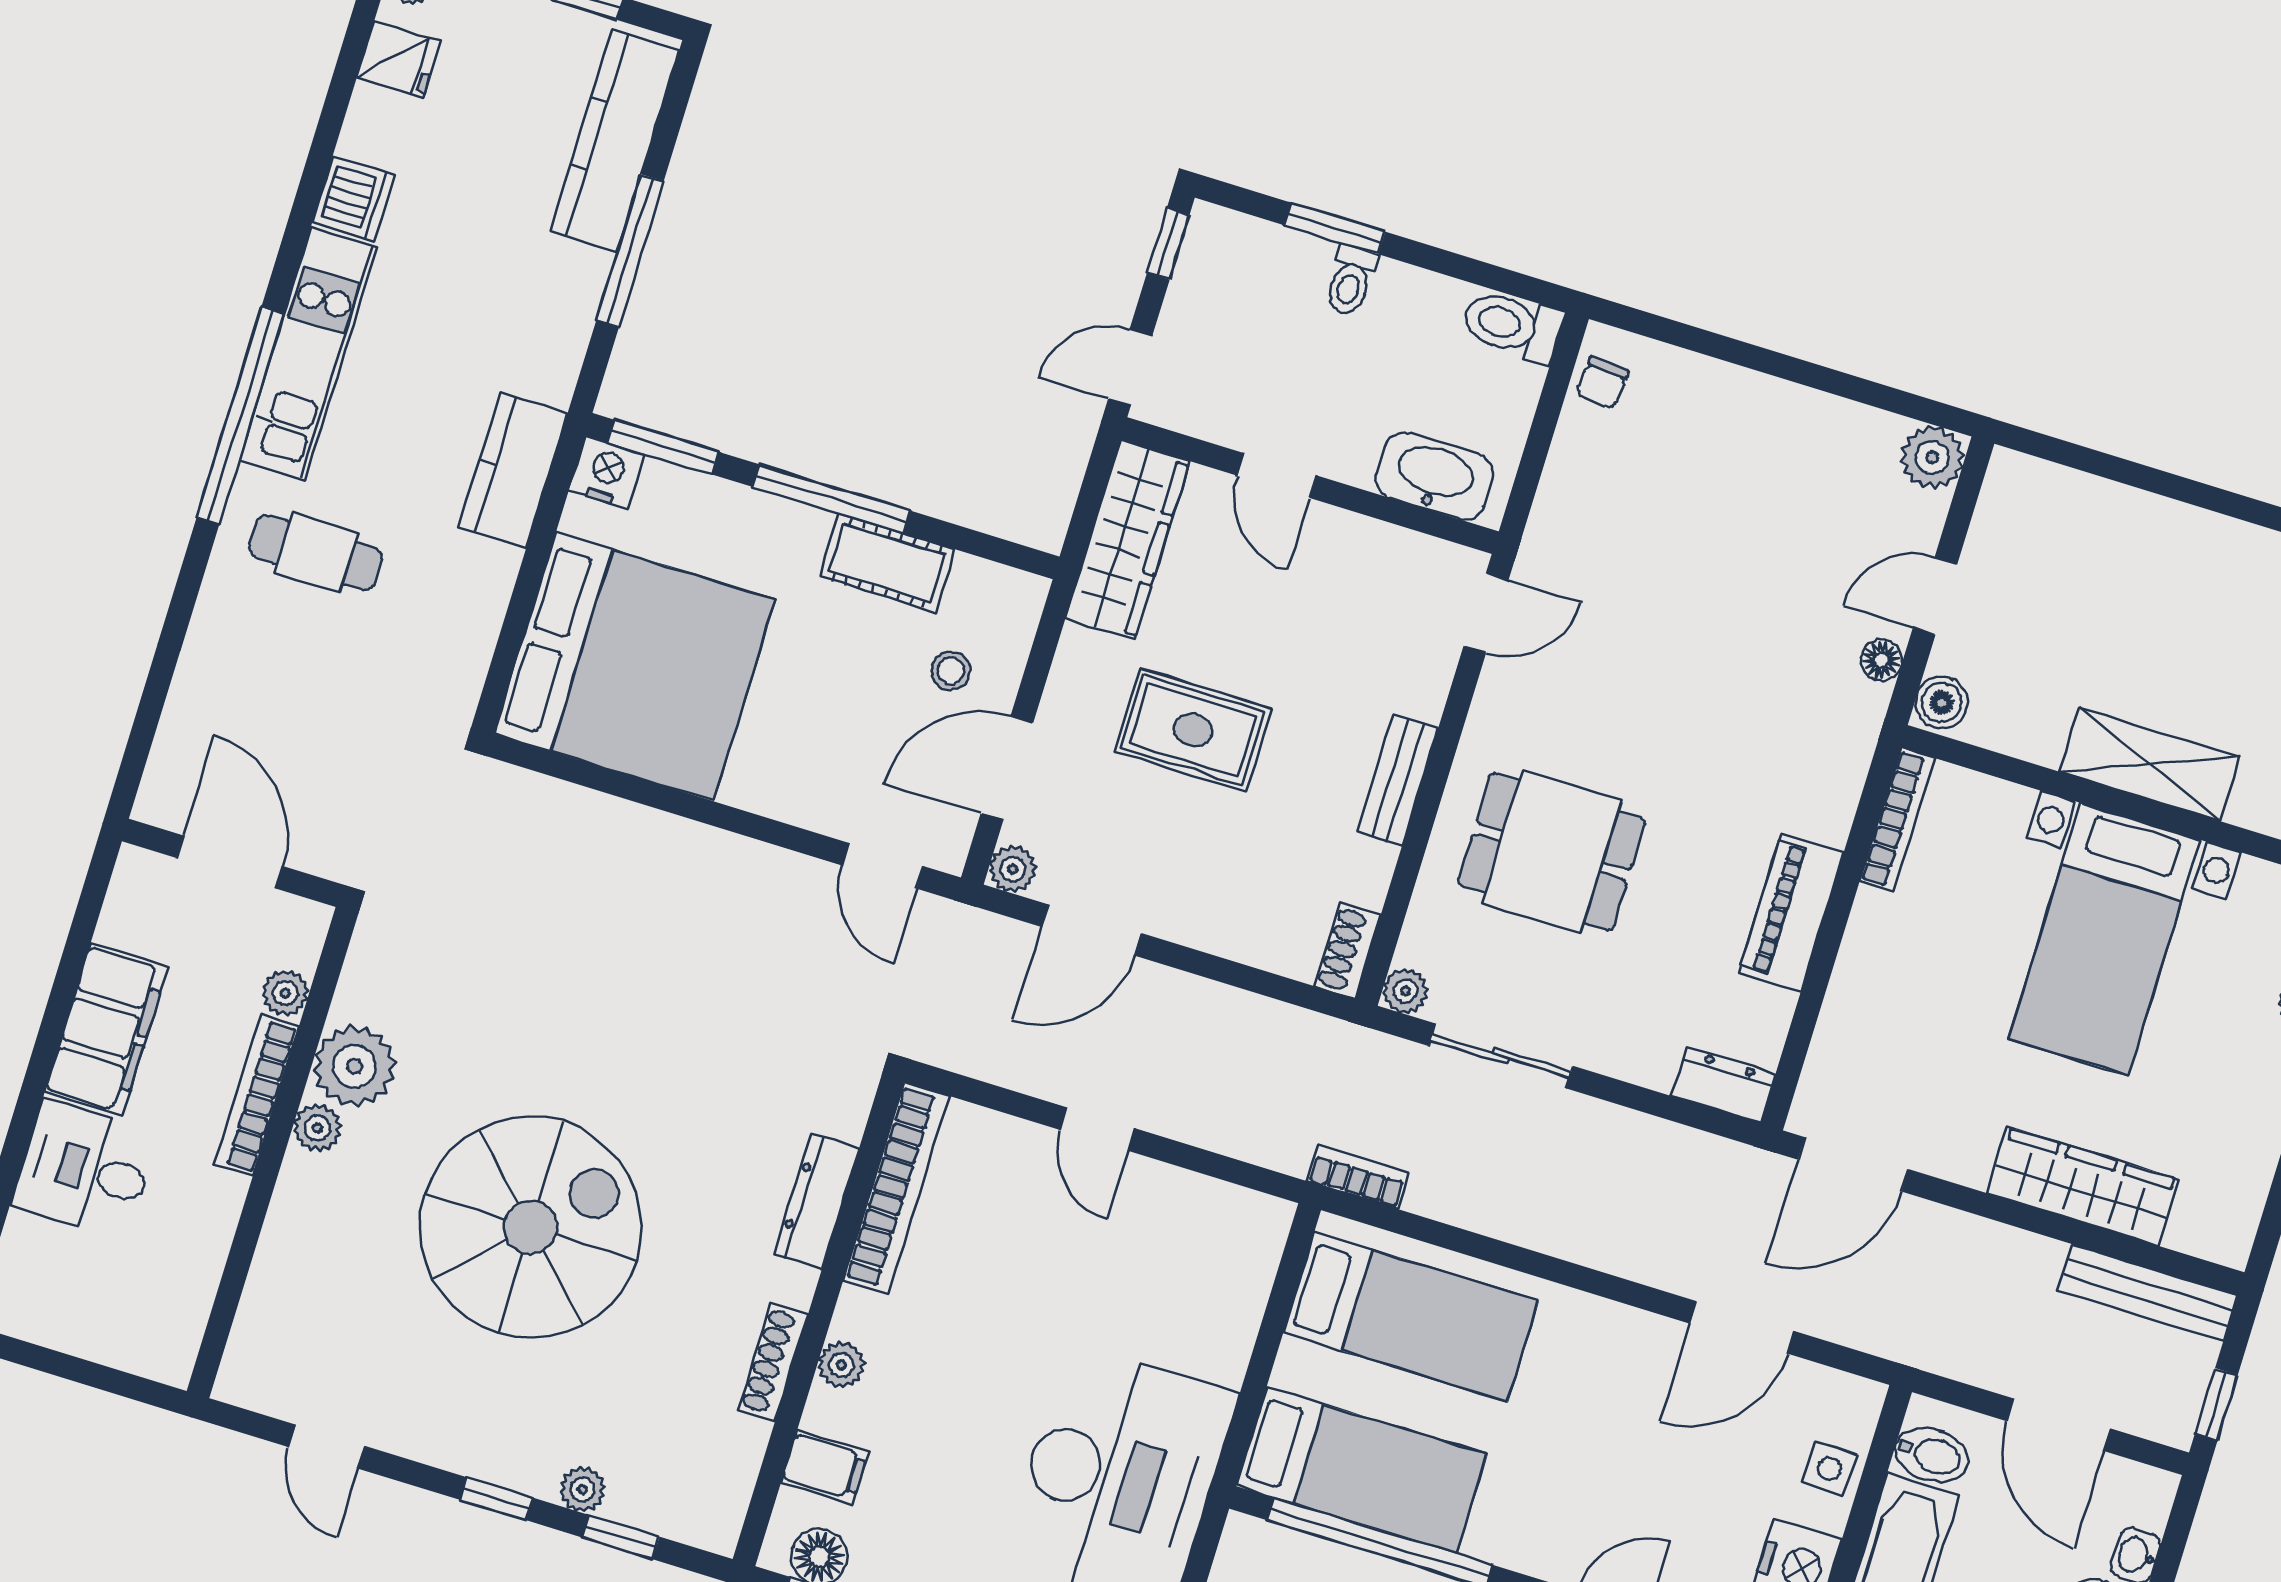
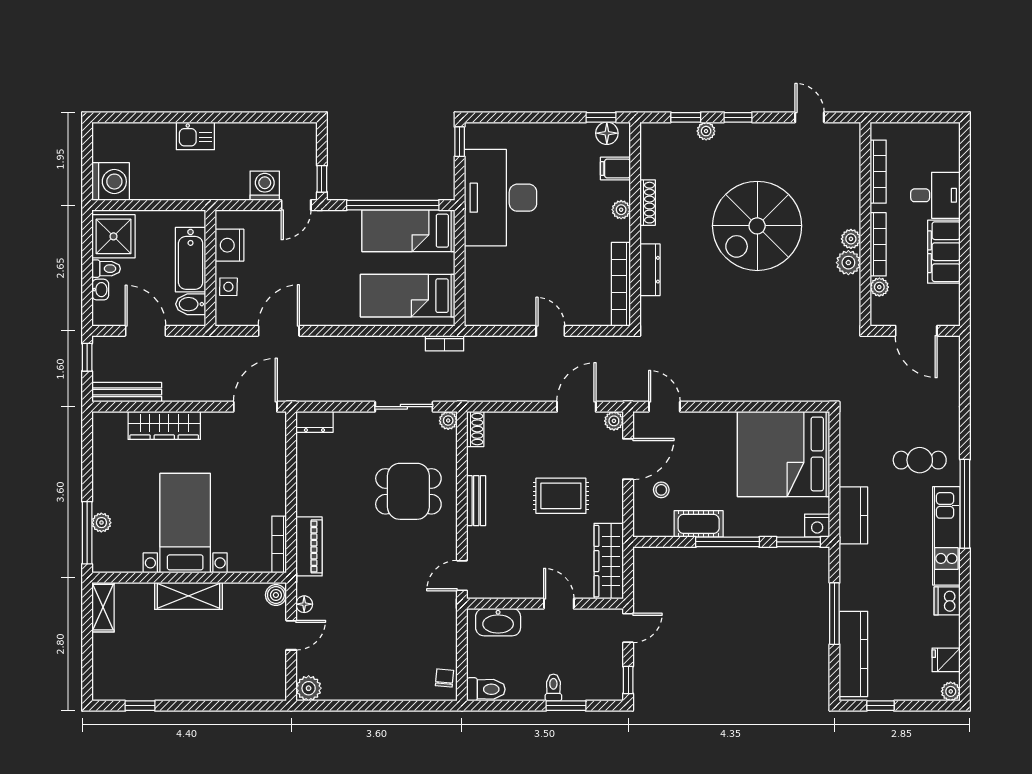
piano: (1791, 913) -> (309, 546), moved
plant: (354, 1066) -> (848, 263), width x0.73, depth x0.73
bookcase: (204, 1268) -> (878, 172), added

